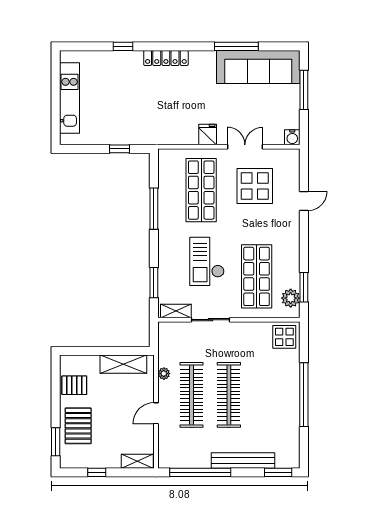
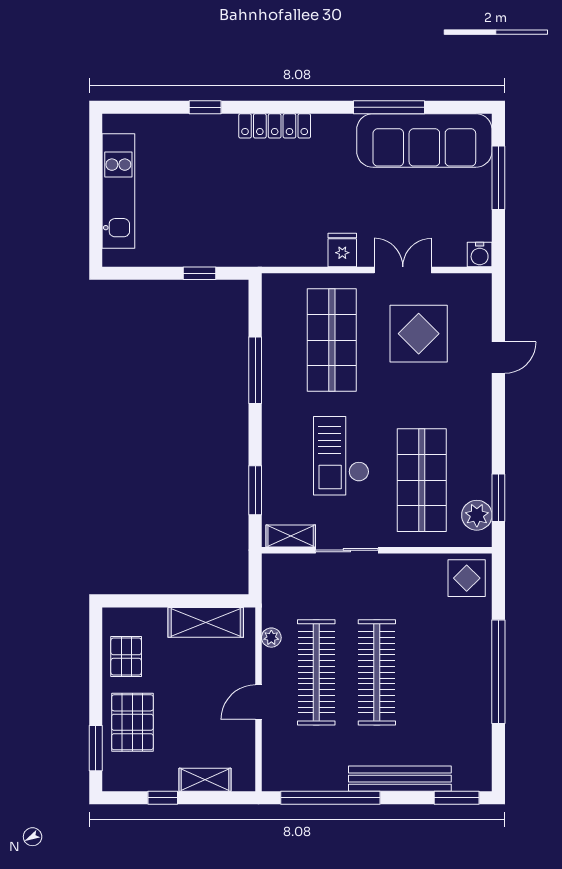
pallet: (74, 385) -> (126, 657), turned 90
shelving: (137, 461) -> (205, 780), moved

